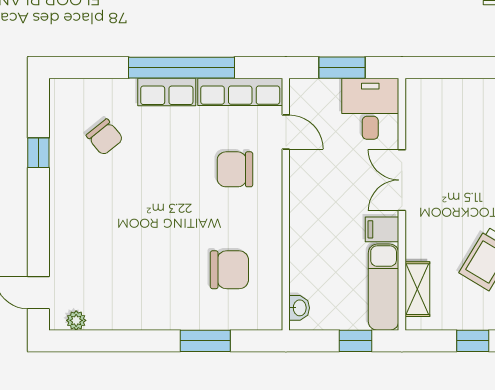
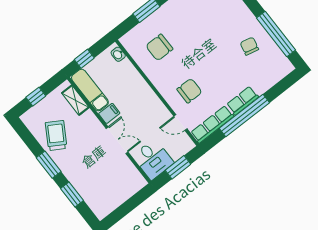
chair: (105, 137) -> (249, 46), moved, turned 52
window: (38, 153) -> (276, 34), width x3.17

